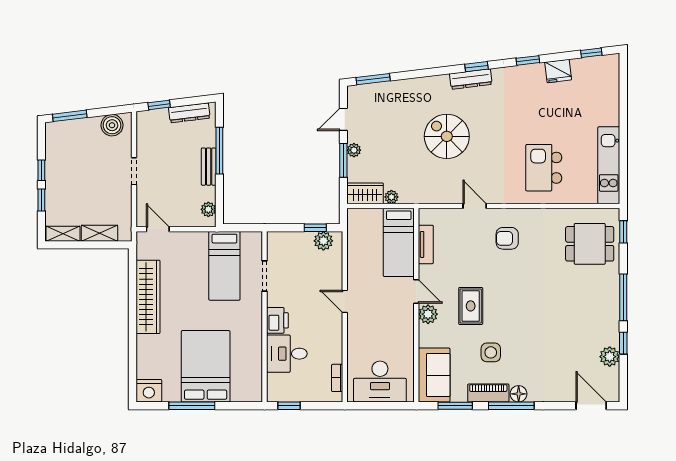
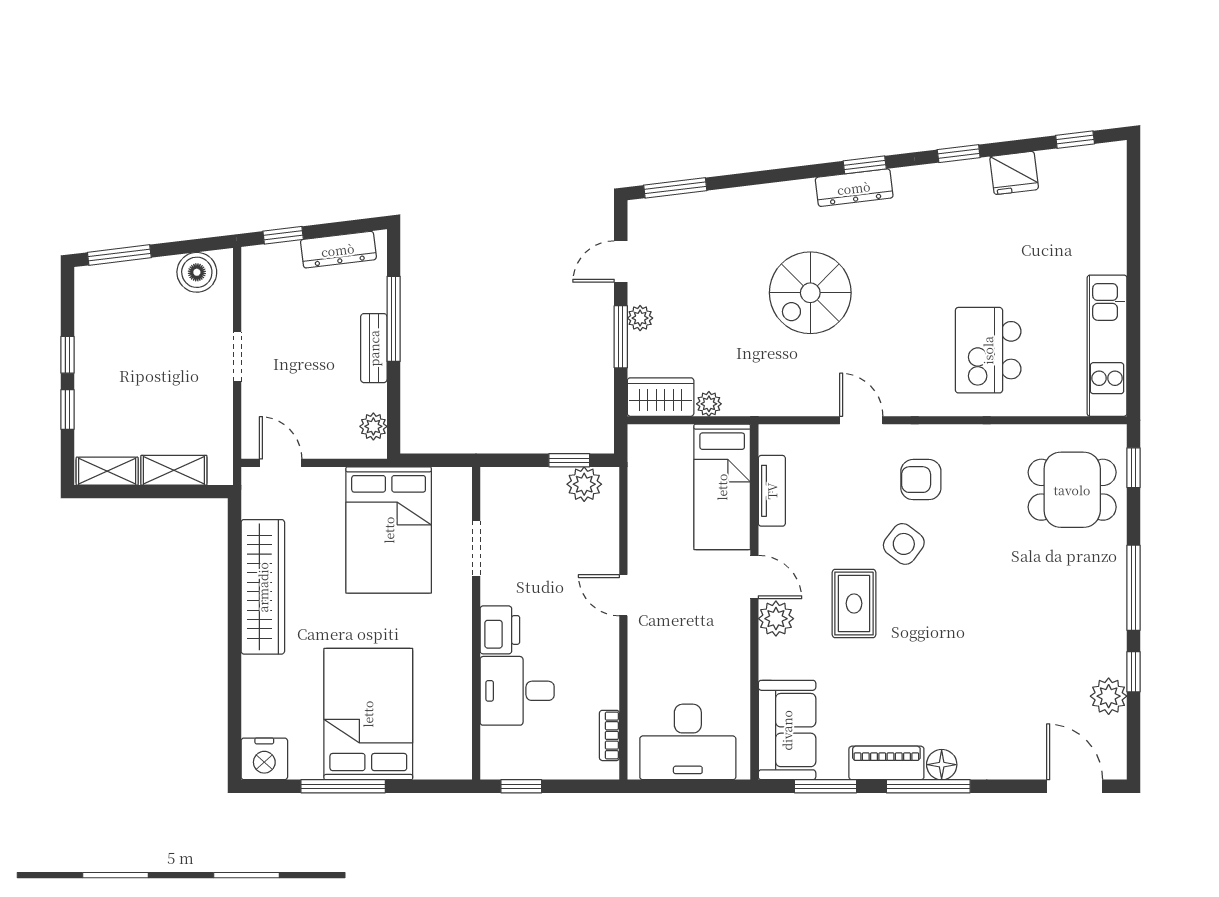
spiral stairs: (447, 136) -> (810, 293), turned -90
bed: (224, 266) -> (389, 530), width x1.50
side table: (491, 352) -> (904, 544), moved, turned 37

